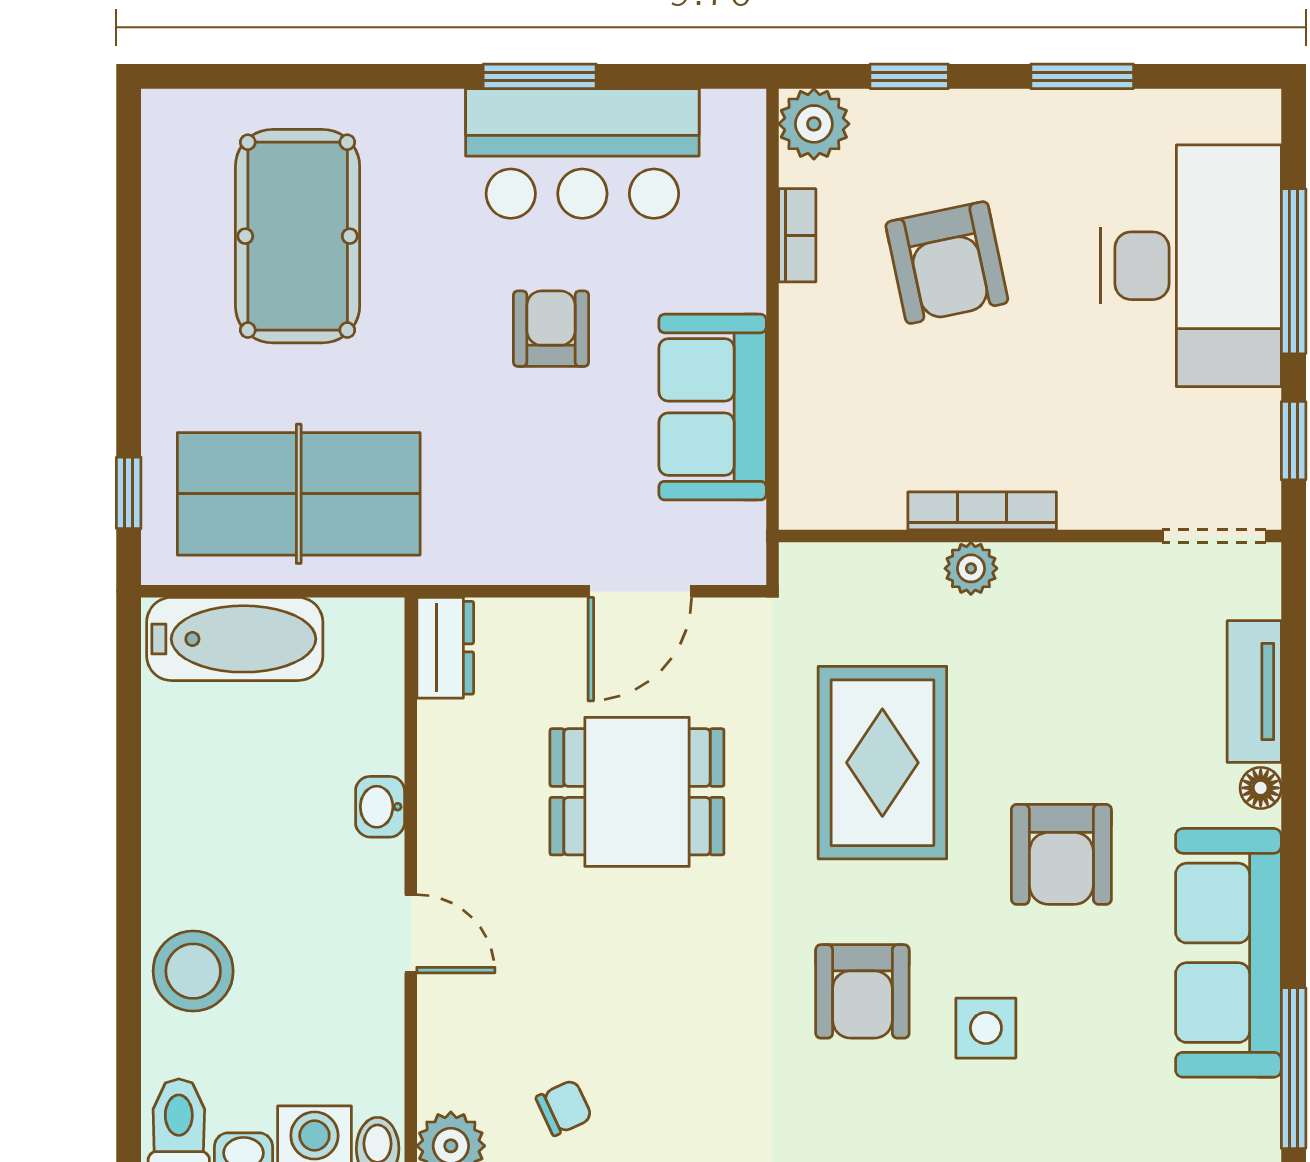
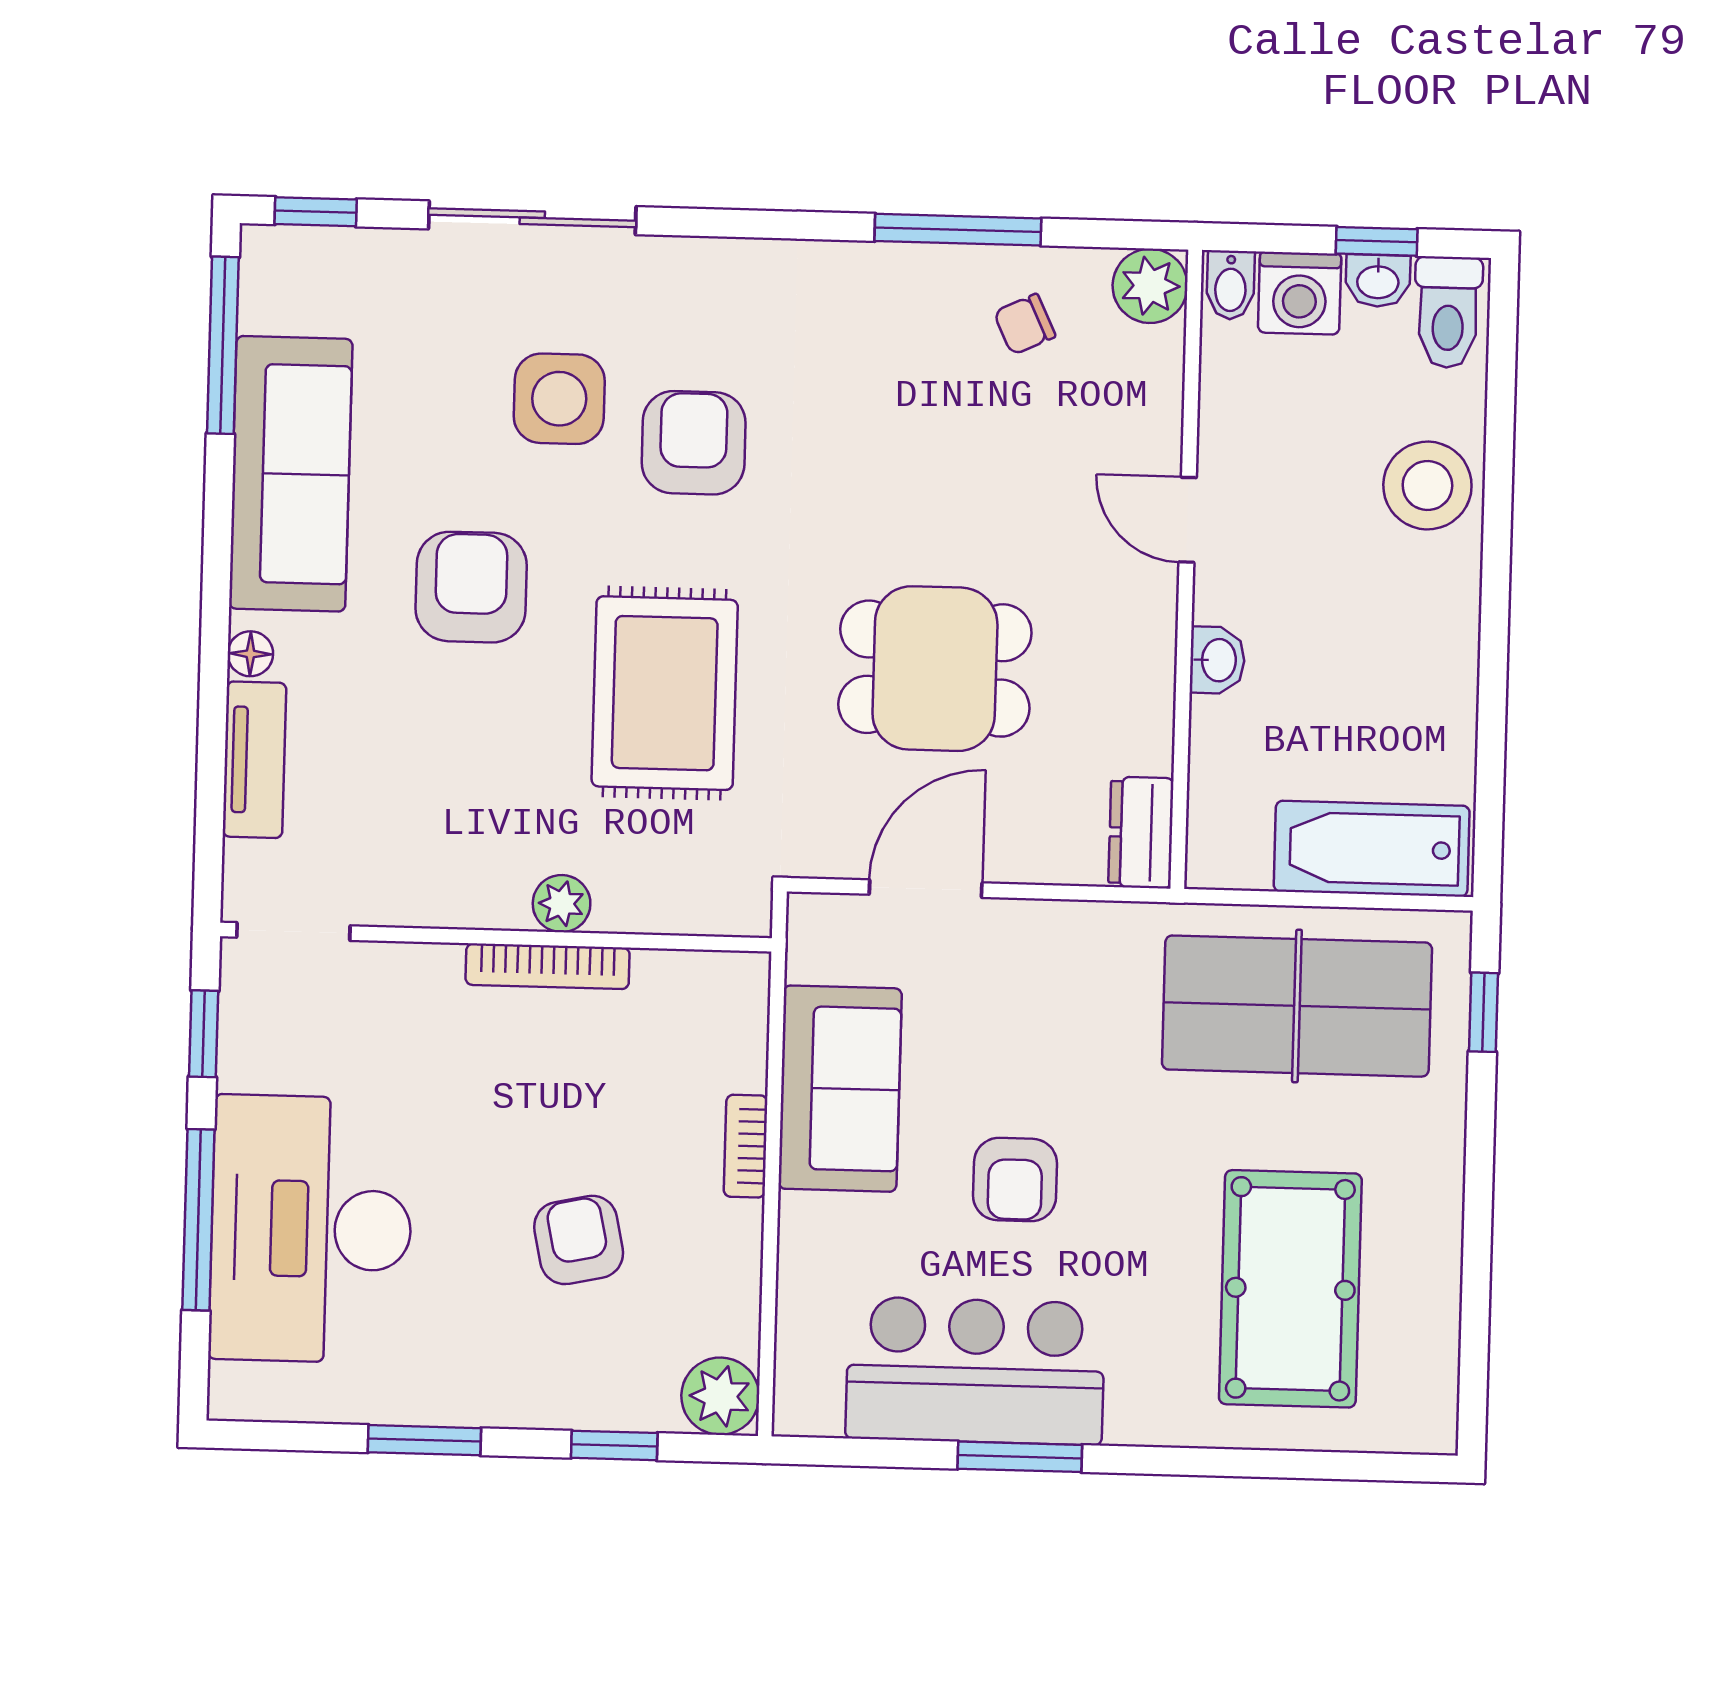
bookcase: (797, 235) -> (746, 1146), moved
armchair: (947, 263) -> (579, 1240), width x0.72, depth x0.72
side table: (986, 1028) -> (559, 399), width x1.37, depth x1.37

